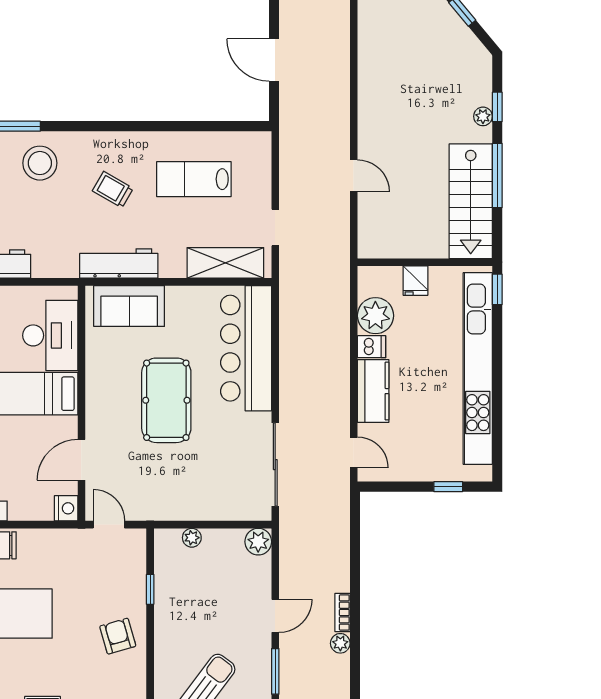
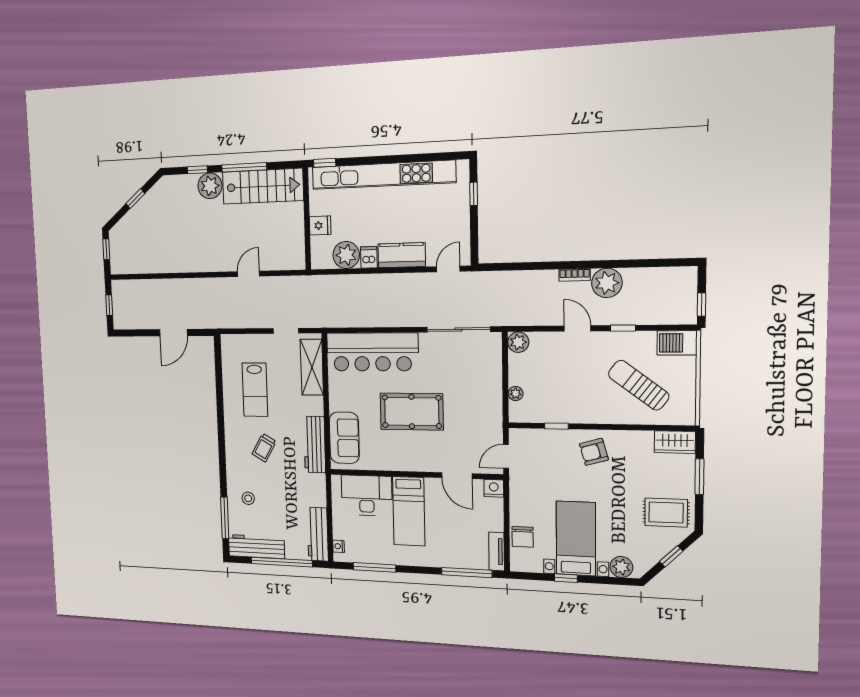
plant: (483, 116) -> (210, 186), width x1.88, depth x1.88
stool: (40, 163) -> (248, 498), width x0.53, depth x0.53
plant: (340, 643) -> (607, 283), width x1.88, depth x1.88
window: (275, 671) -> (623, 328), width x0.67

